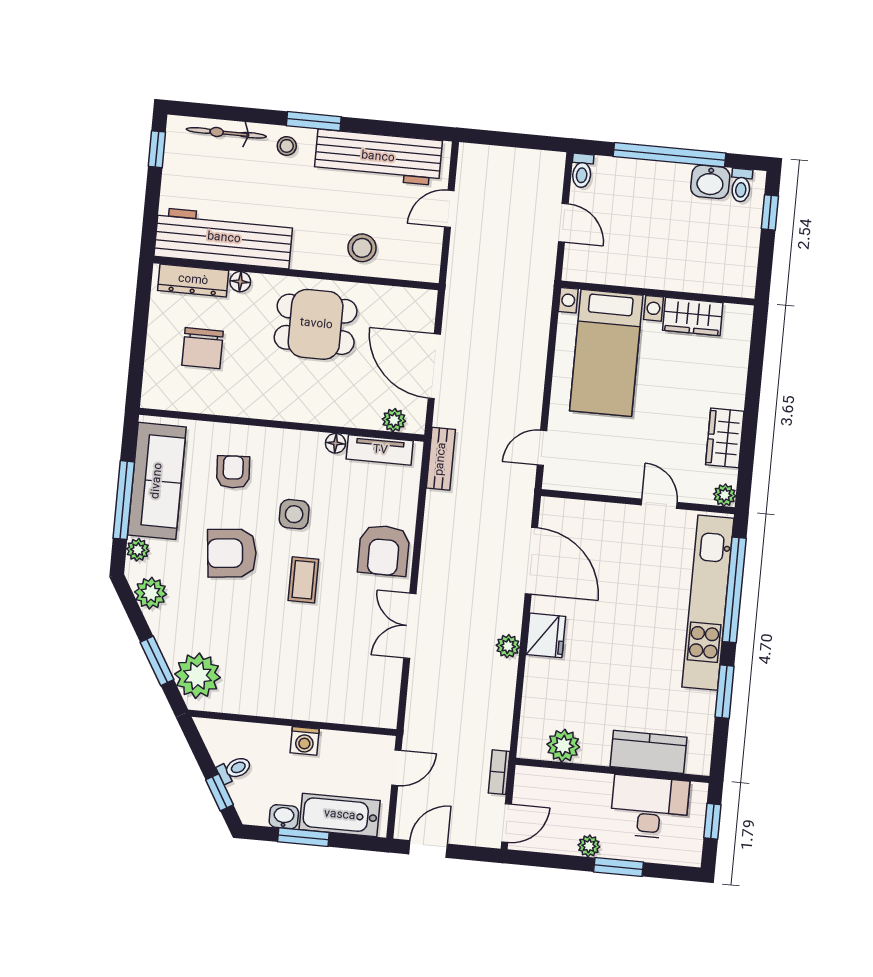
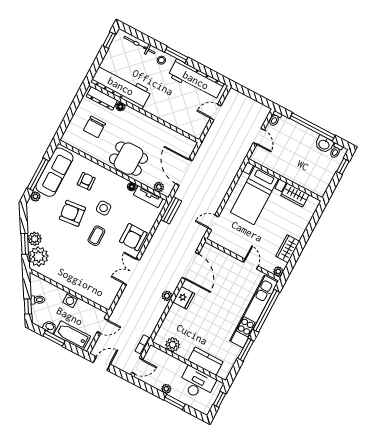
stool: (362, 248) -> (175, 113), removed
dining table: (316, 324) -> (128, 159), moved
plant: (151, 593) -> (35, 239), moved

